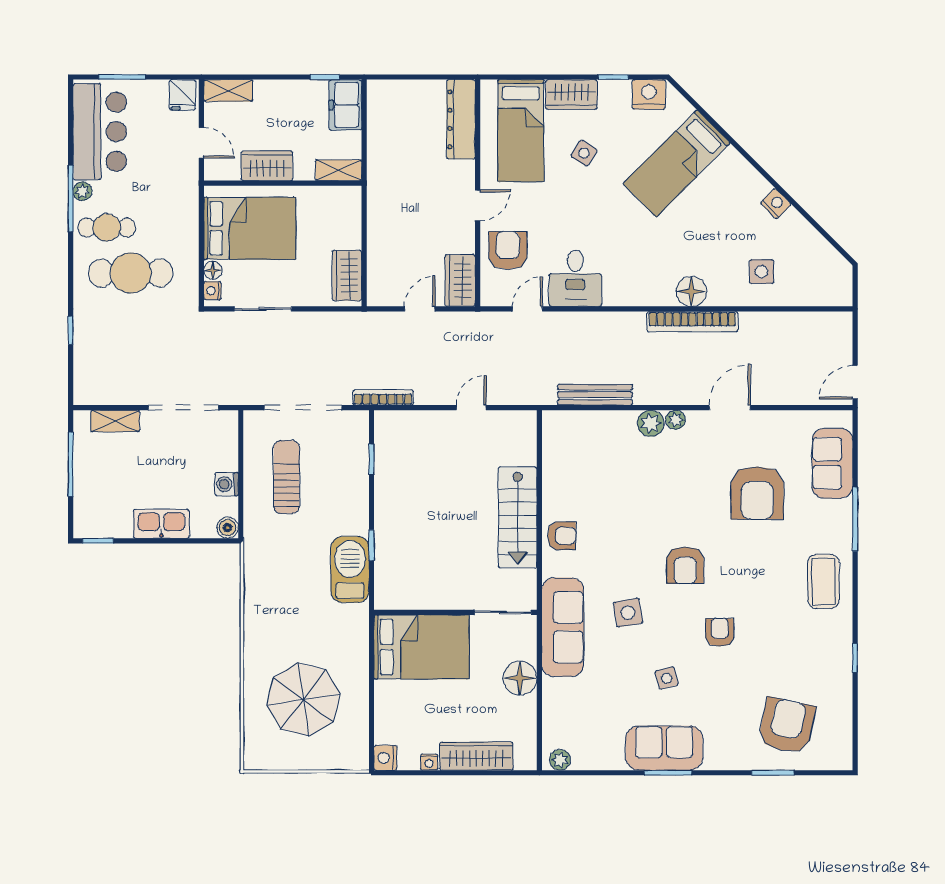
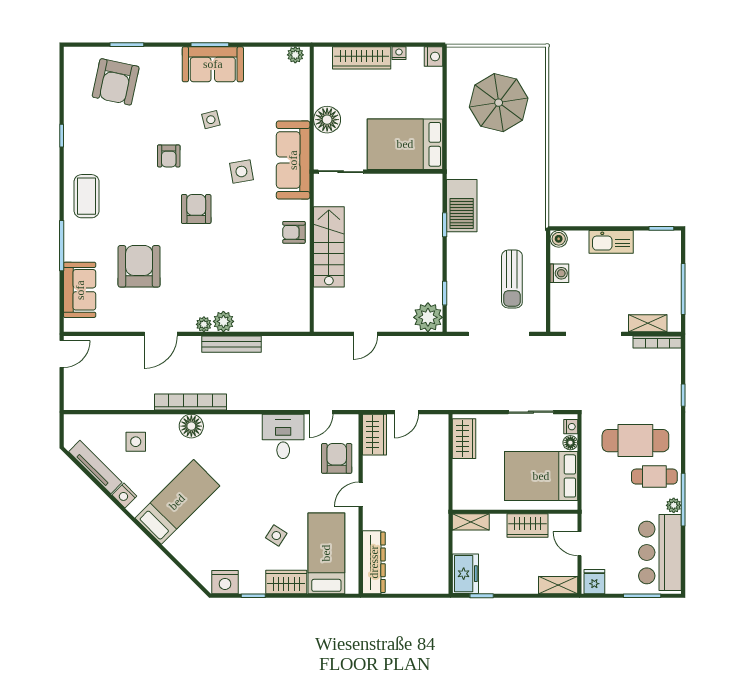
bed: (677, 163) -> (177, 502), moved
tv unit: (812, 240) -> (95, 467), added
armchair: (508, 250) -> (337, 458), turned 180
bench: (595, 395) -> (231, 344), moved
bookcase: (383, 397) -> (657, 342), moved
plant: (393, 429) -> (428, 317), added

